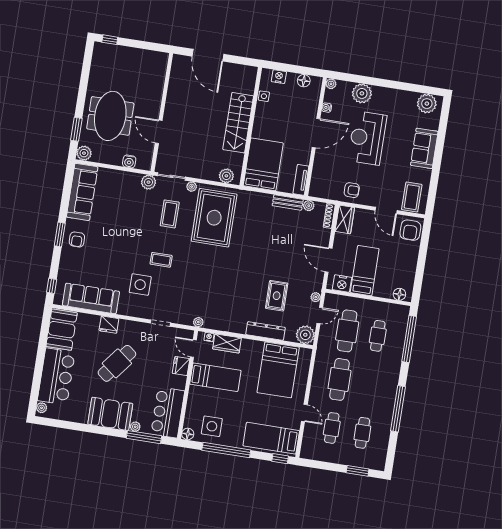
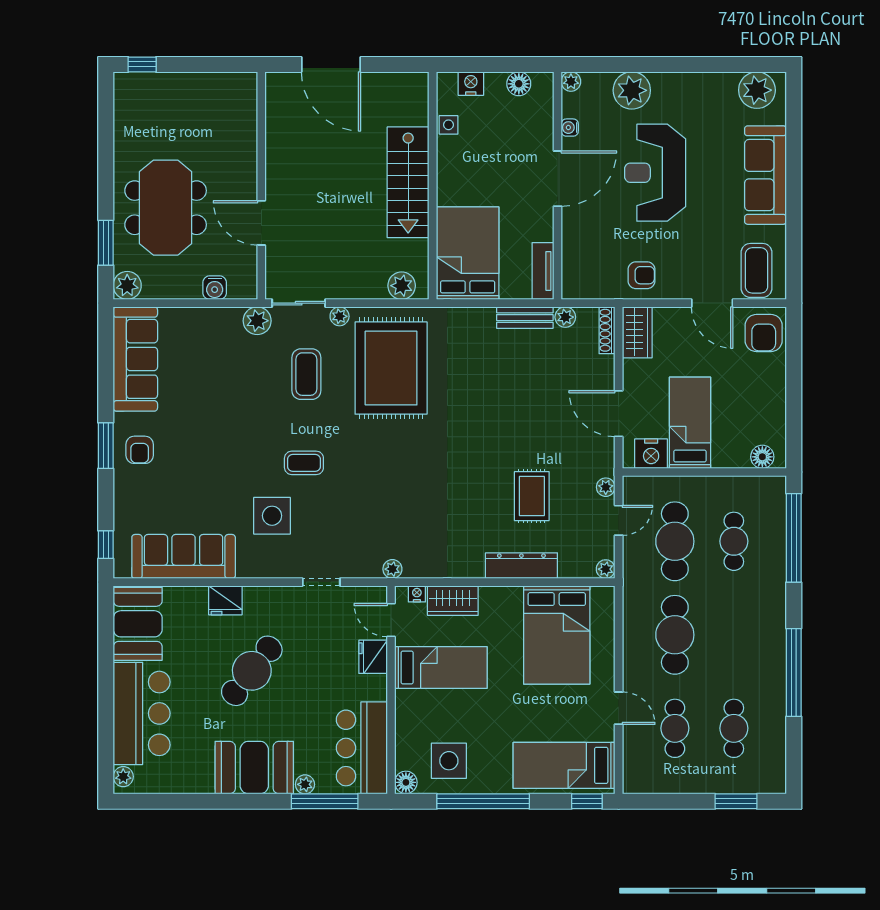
sofa: (424, 148) -> (765, 175), width x1.36
plant: (305, 335) -> (606, 569), width x0.53, depth x0.53

